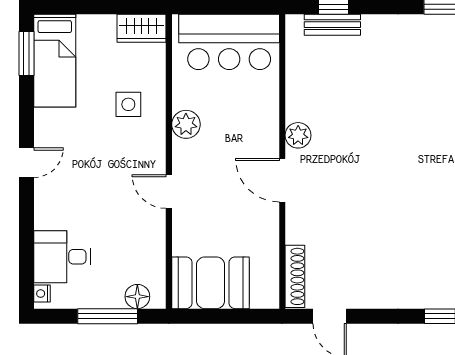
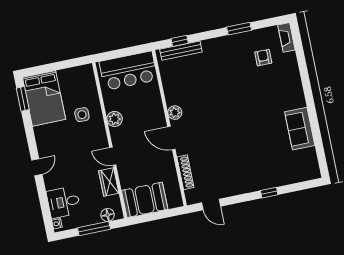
bench: (332, 25) -> (181, 51), width x1.36
wardrobe: (141, 28) -> (109, 182), moved, turned 90
bed: (55, 61) -> (44, 98), width x1.50
door: (26, 163) -> (37, 167), moved
shoe rack: (295, 276) -> (185, 172), moved

